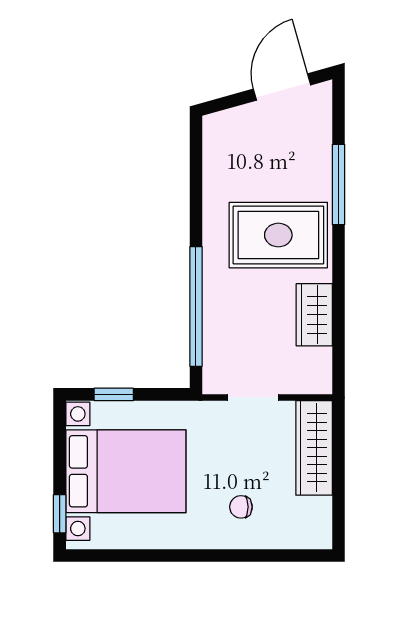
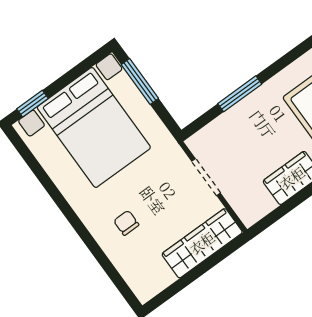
window: (196, 306) -> (240, 94), width x0.47
window: (114, 394) -> (140, 82), width x1.50

